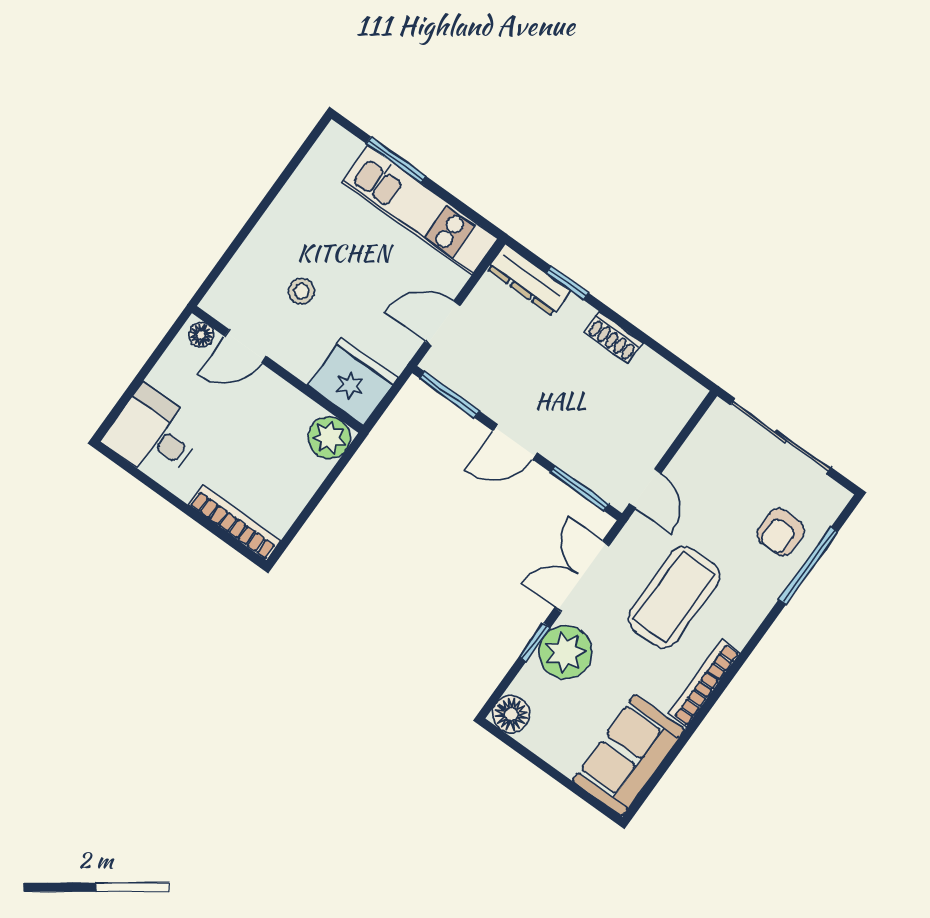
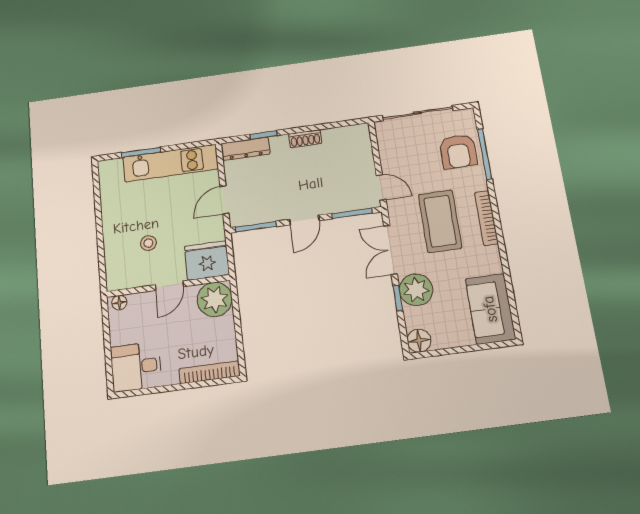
door: (246, 346) -> (169, 286), moved
plant: (329, 438) -> (215, 299), width x1.36, depth x1.36
armchair: (781, 532) -> (458, 151), width x1.38, depth x1.38
bookcase: (704, 683) -> (486, 218), moved

